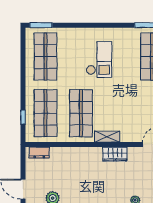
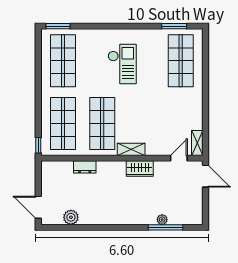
window: (23, 117) -> (38, 145), moved
dresser: (39, 153) -> (85, 167), moved

